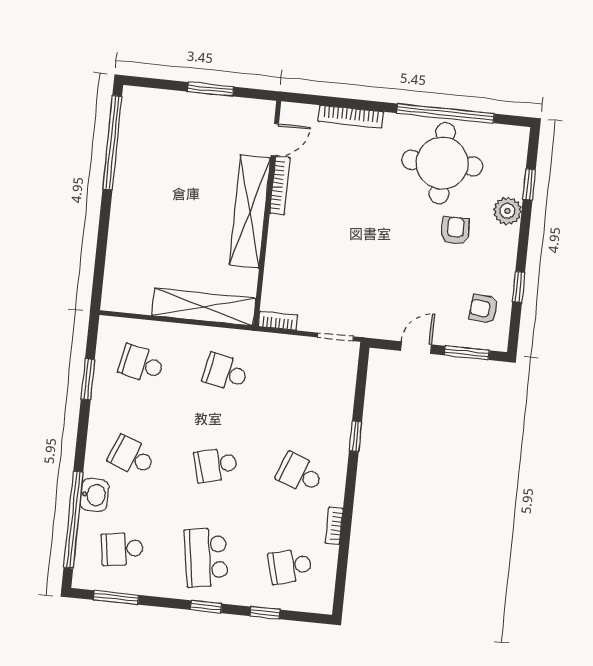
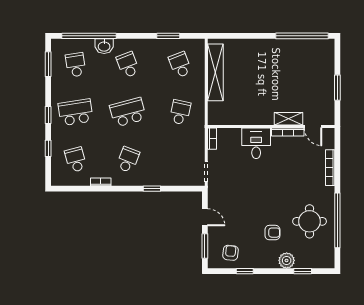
round table: (442, 163) -> (310, 221), width x0.73, depth x0.73
shelving: (250, 211) -> (288, 119), width x0.45, depth x0.75
desk: (294, 243) -> (256, 143), added
shelving: (204, 307) -> (215, 72), moved
school desk: (141, 364) -> (180, 65), turned -33
school desk: (132, 456) -> (128, 65), turned -42
school desk: (216, 465) -> (128, 112), width x1.85

